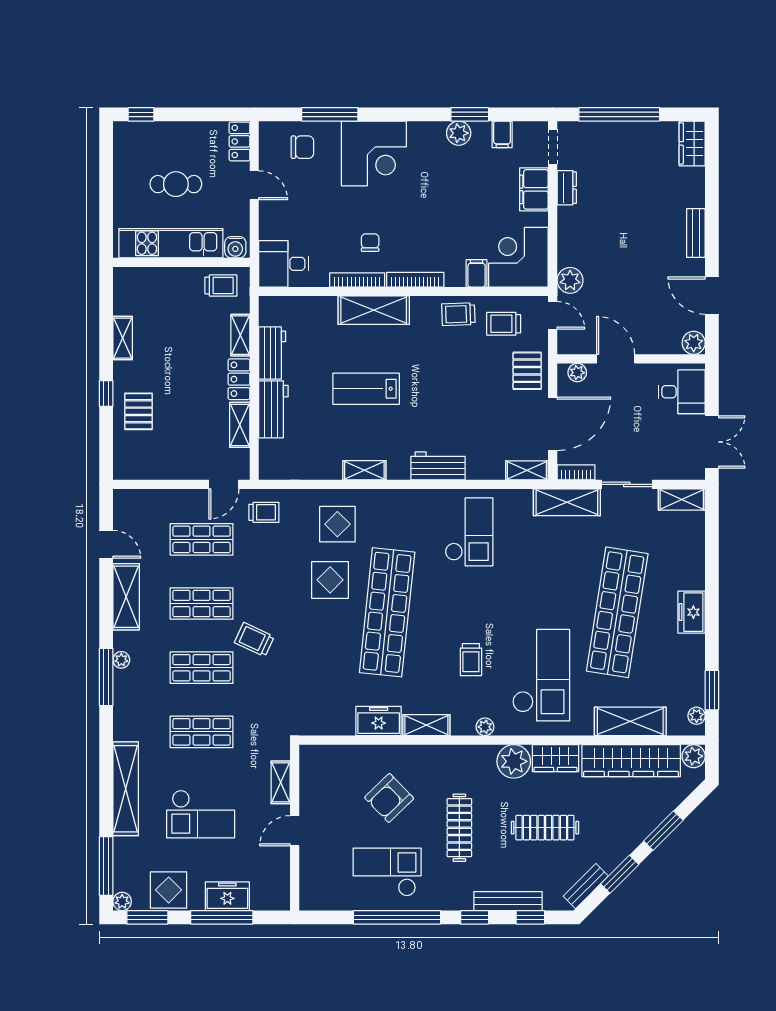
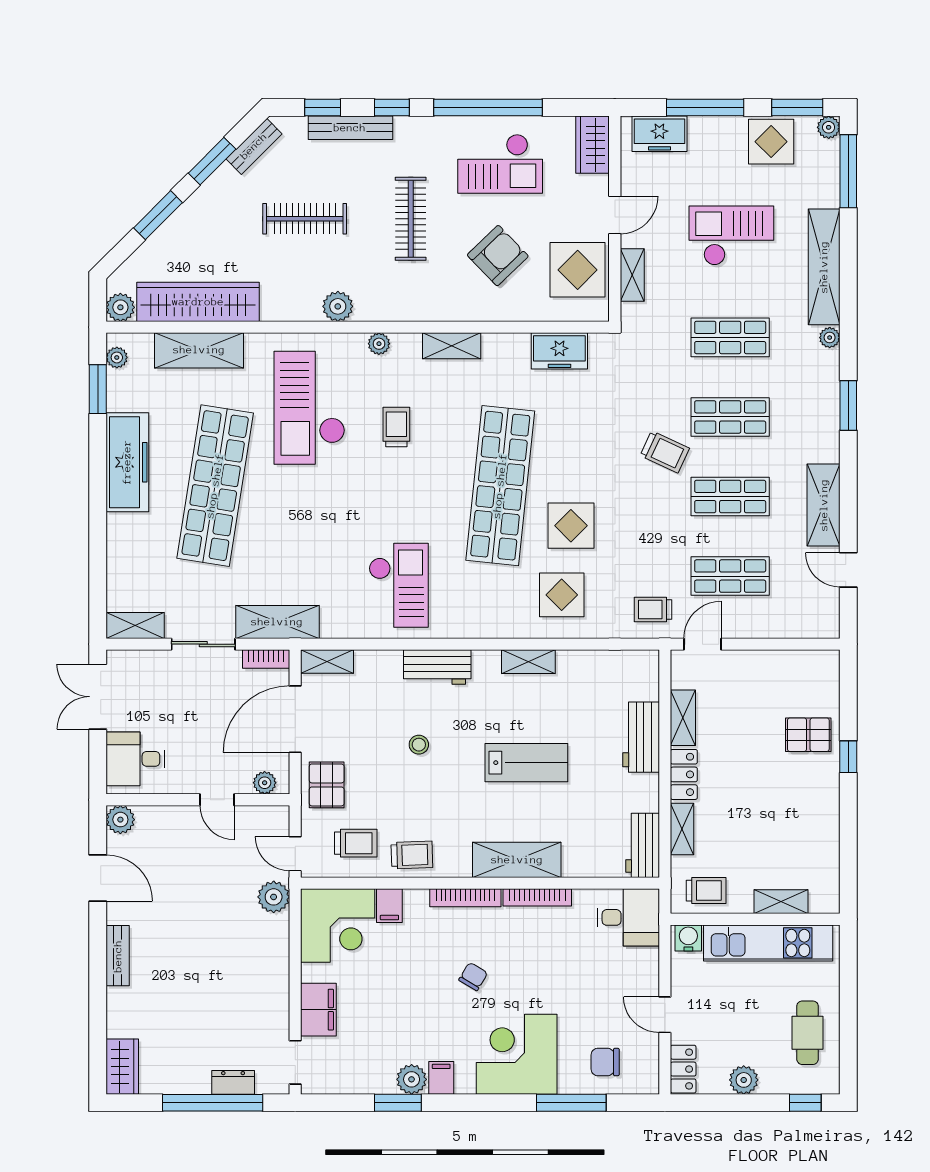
plant: (191, 133) -> (744, 1080), added
filing cabinet: (502, 134) -> (441, 1078), moved
cafe table: (176, 184) -> (808, 1033), moved, turned 90
dresser: (567, 188) -> (233, 1082), moved, turned 90
chair: (370, 243) -> (473, 977), moved, turned -149
trolley: (221, 286) -> (706, 891), turned 180
shelving: (123, 338) -> (781, 902), moved, turned 90
workbench: (272, 353) -> (643, 845), moved
door: (616, 359) -> (217, 800), width x0.73
stool: (453, 403) -> (419, 745), added
pallet: (138, 411) -> (808, 735), turned 90
checkout: (469, 532) -> (399, 585), turned 180
freezer: (692, 612) -> (127, 462), width x1.91, depth x1.26
plant: (121, 660) -> (830, 338), moved
window: (106, 677) -> (848, 406), width x0.69
freezer: (379, 721) -> (559, 351), moved
wardrobe: (555, 758) -> (593, 145), moved, turned -90
plant: (514, 761) -> (338, 306), width x0.73, depth x0.73
display table: (325, 786) -> (578, 270), added
freezer: (227, 896) -> (659, 134), moved

